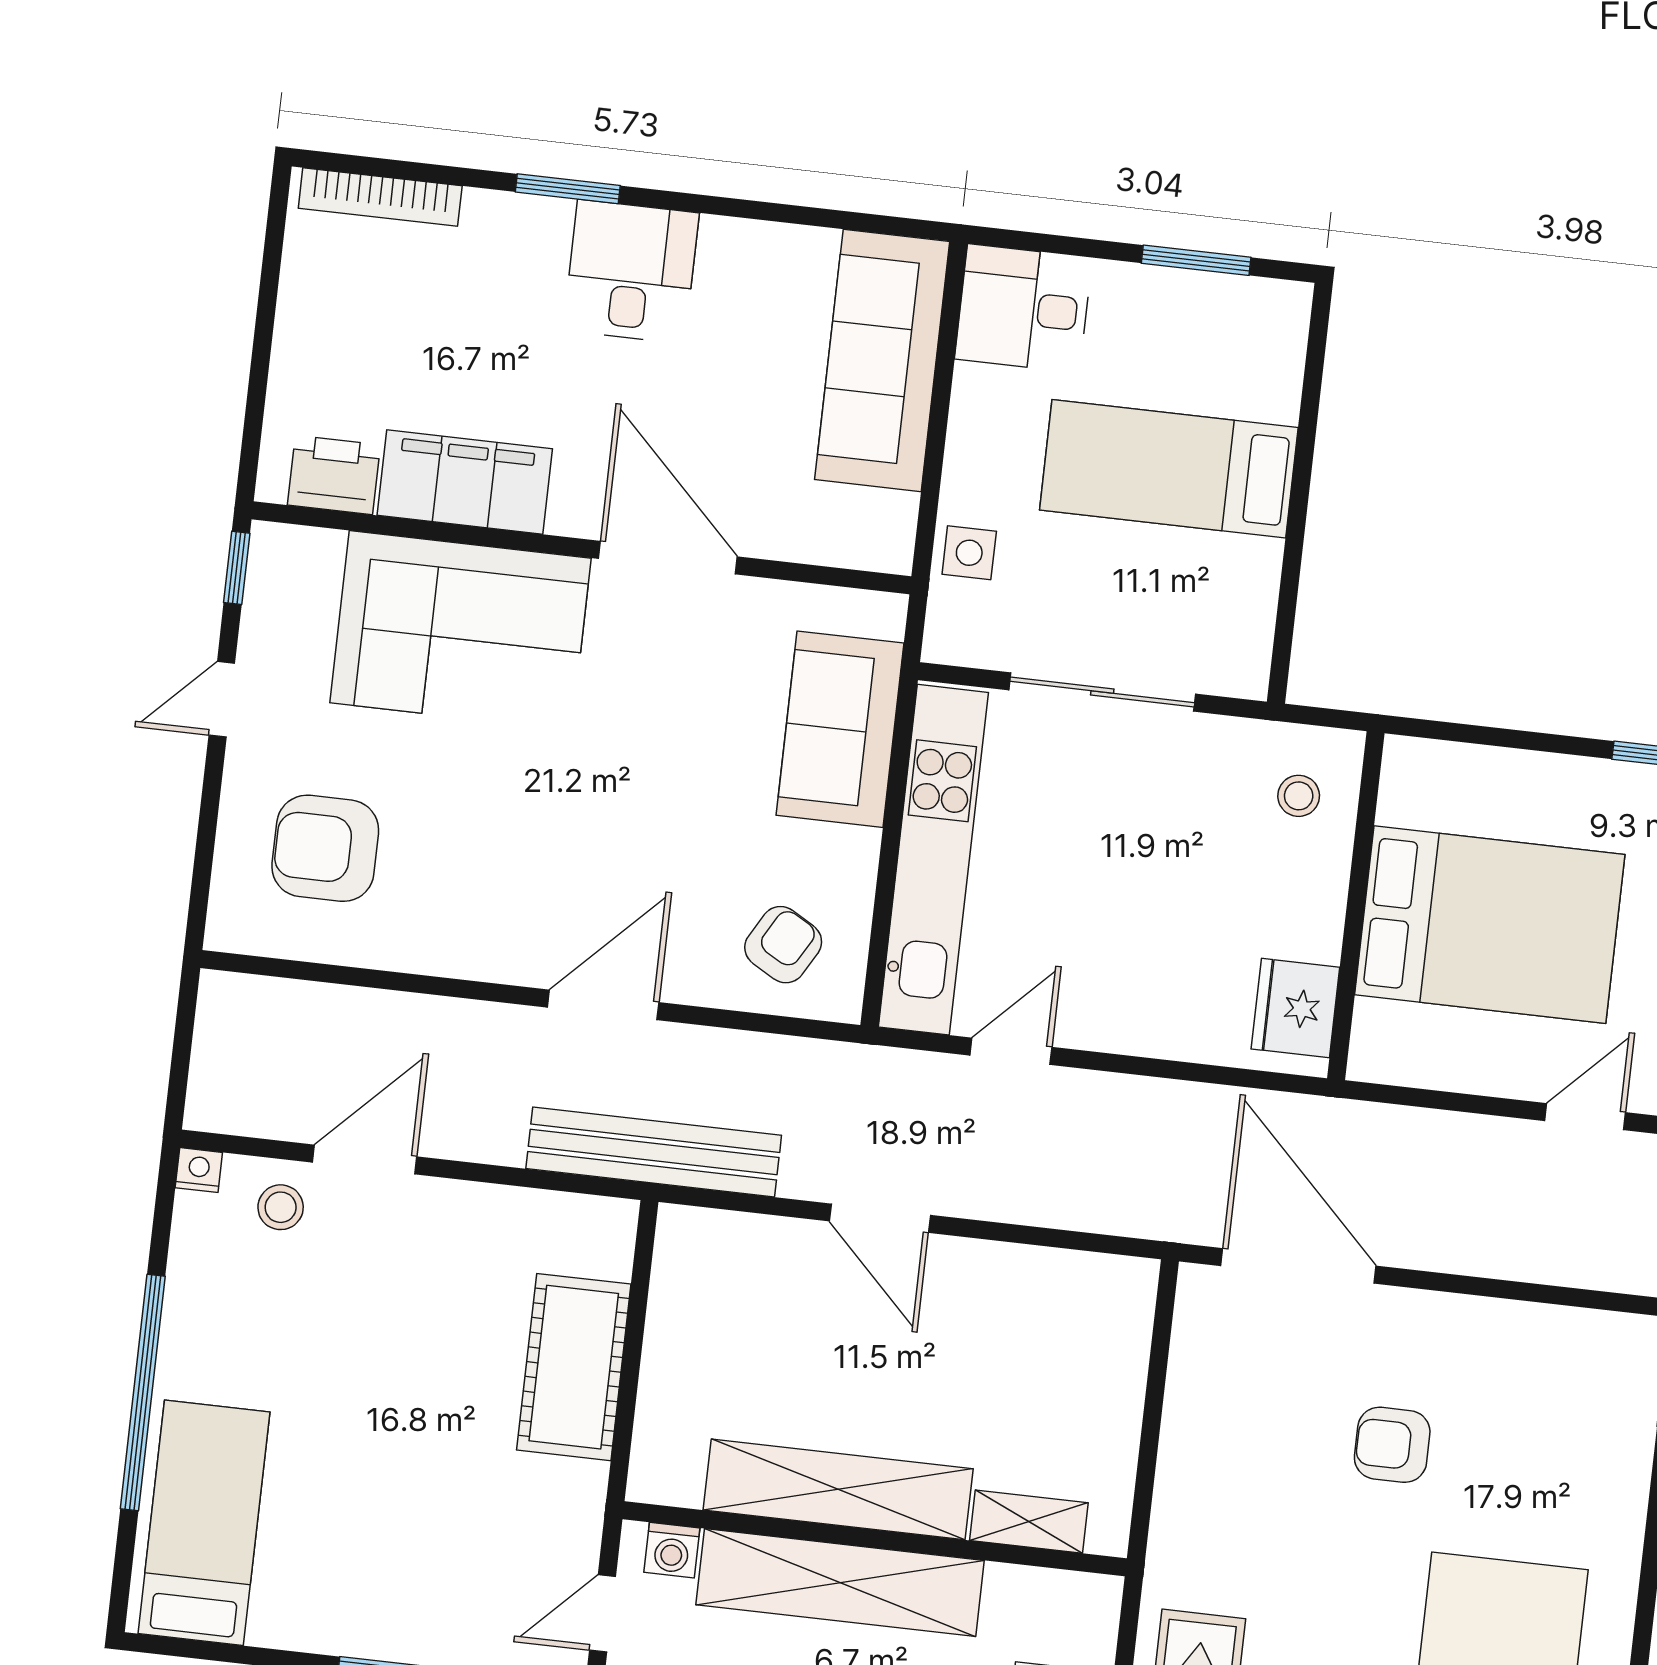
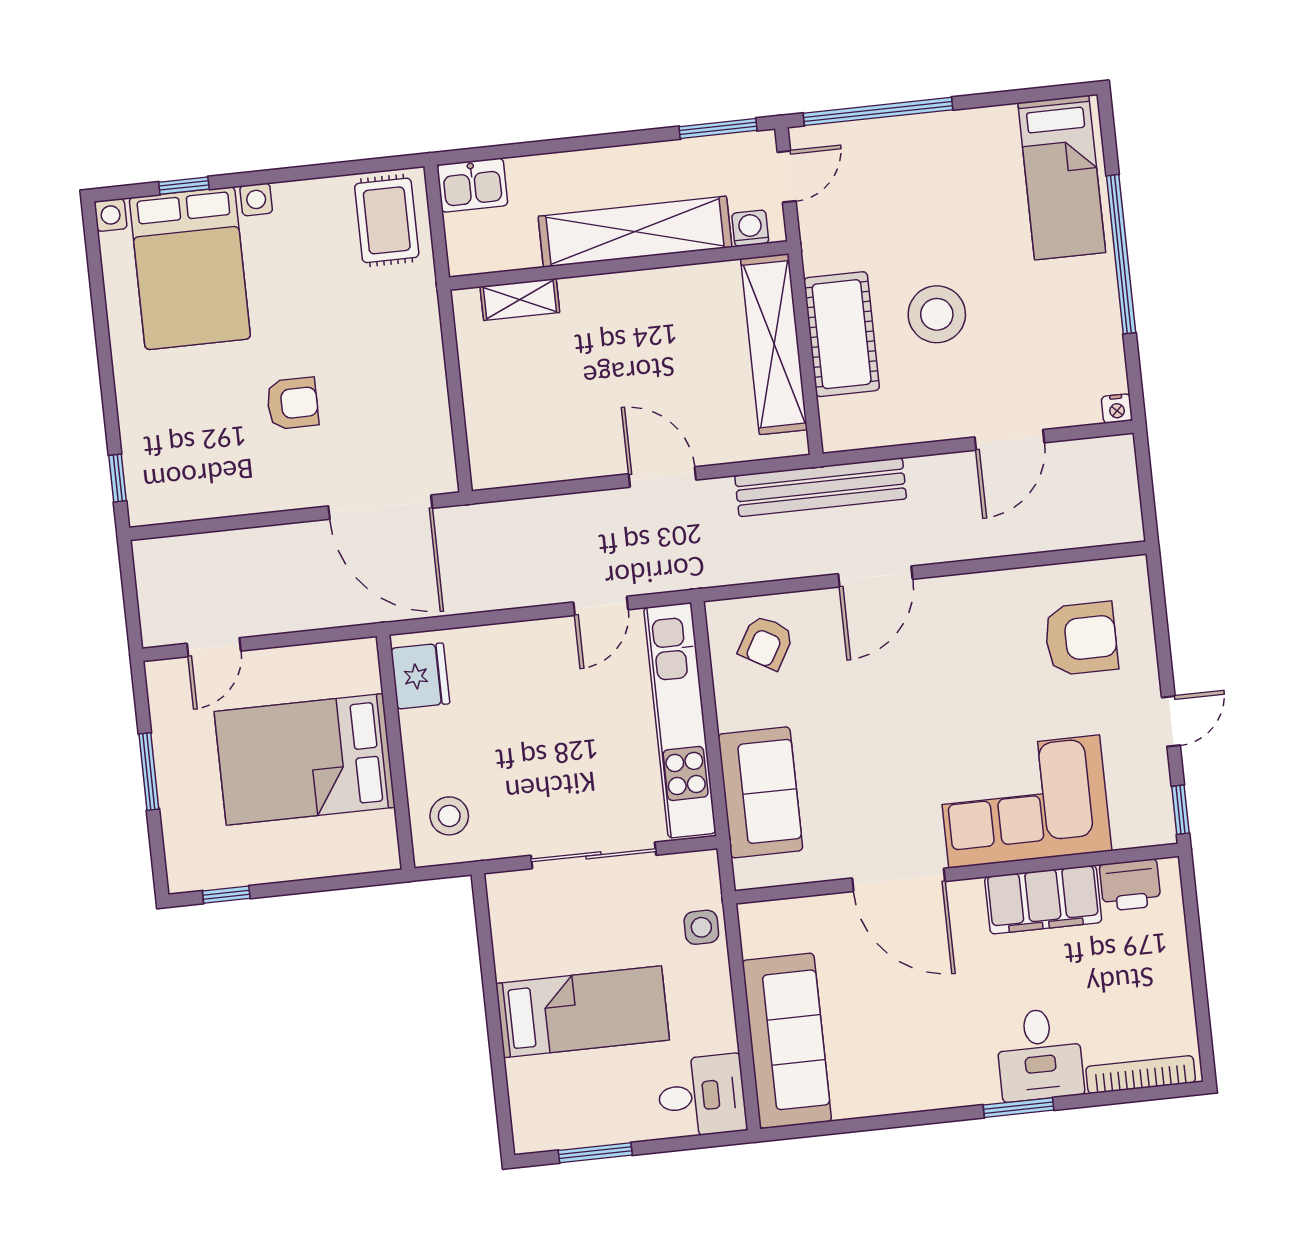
desk: (631, 271) -> (1040, 1054), moved
stool: (1299, 796) -> (449, 816), width x1.37, depth x1.37
stool: (281, 1207) -> (937, 314), moved, width x1.89, depth x1.89
shelving: (838, 1489) -> (774, 344), moved, turned 90

